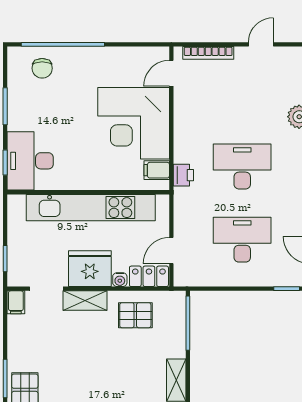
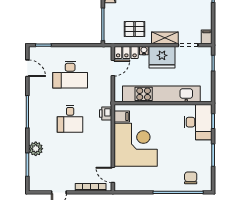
door: (171, 73) -> (113, 175), swing flipped
desk: (242, 167) -> (70, 119), width x0.73

